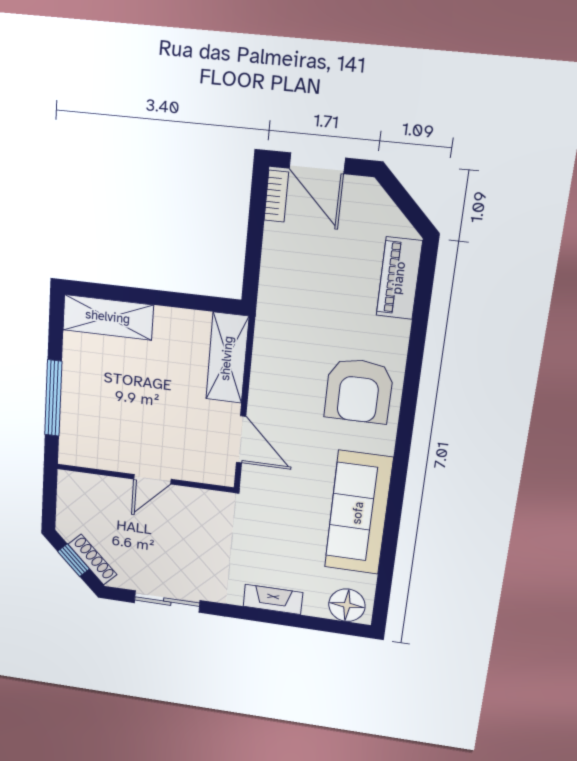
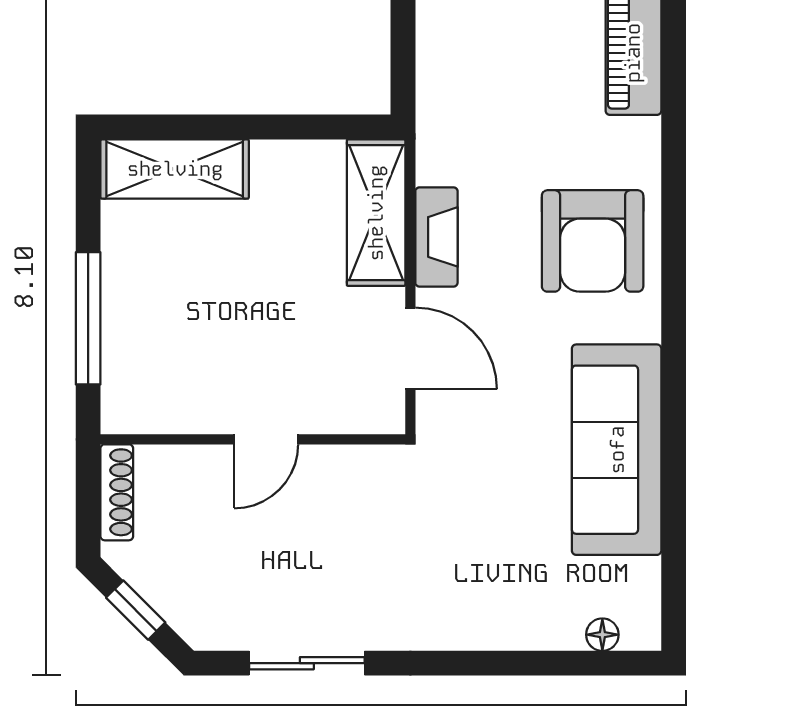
shoe rack: (92, 559) -> (117, 492), moved, turned 45
fireplace: (273, 599) -> (436, 237), moved, turned 90
floor lamp: (347, 605) -> (602, 635), width x0.53, depth x0.53

